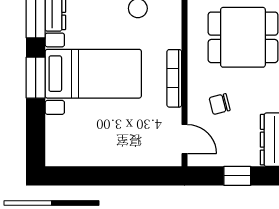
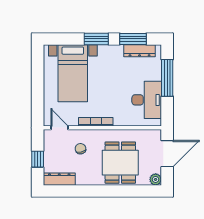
bed with nightstands: (93, 74) -> (73, 73), moved
door: (185, 139) -> (60, 128), swing flipped

